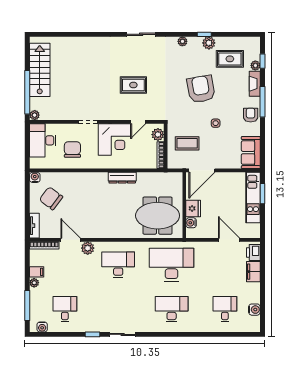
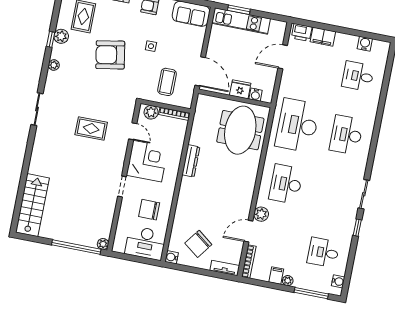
stairs: (40, 70) -> (32, 205), moved, turned 90
rug: (133, 85) -> (91, 129), turned 90
desk: (43, 140) -> (145, 243), moved

